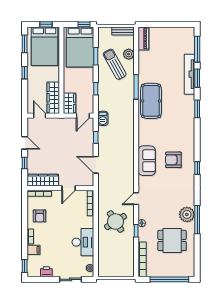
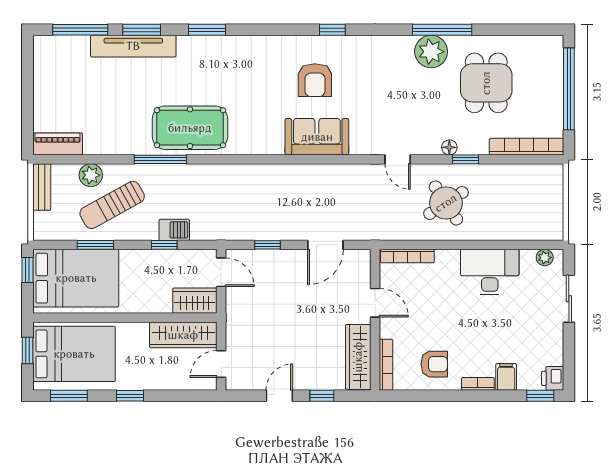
barbecue: (103, 118) -> (174, 230), moved
printer: (46, 272) -> (553, 378), moved

